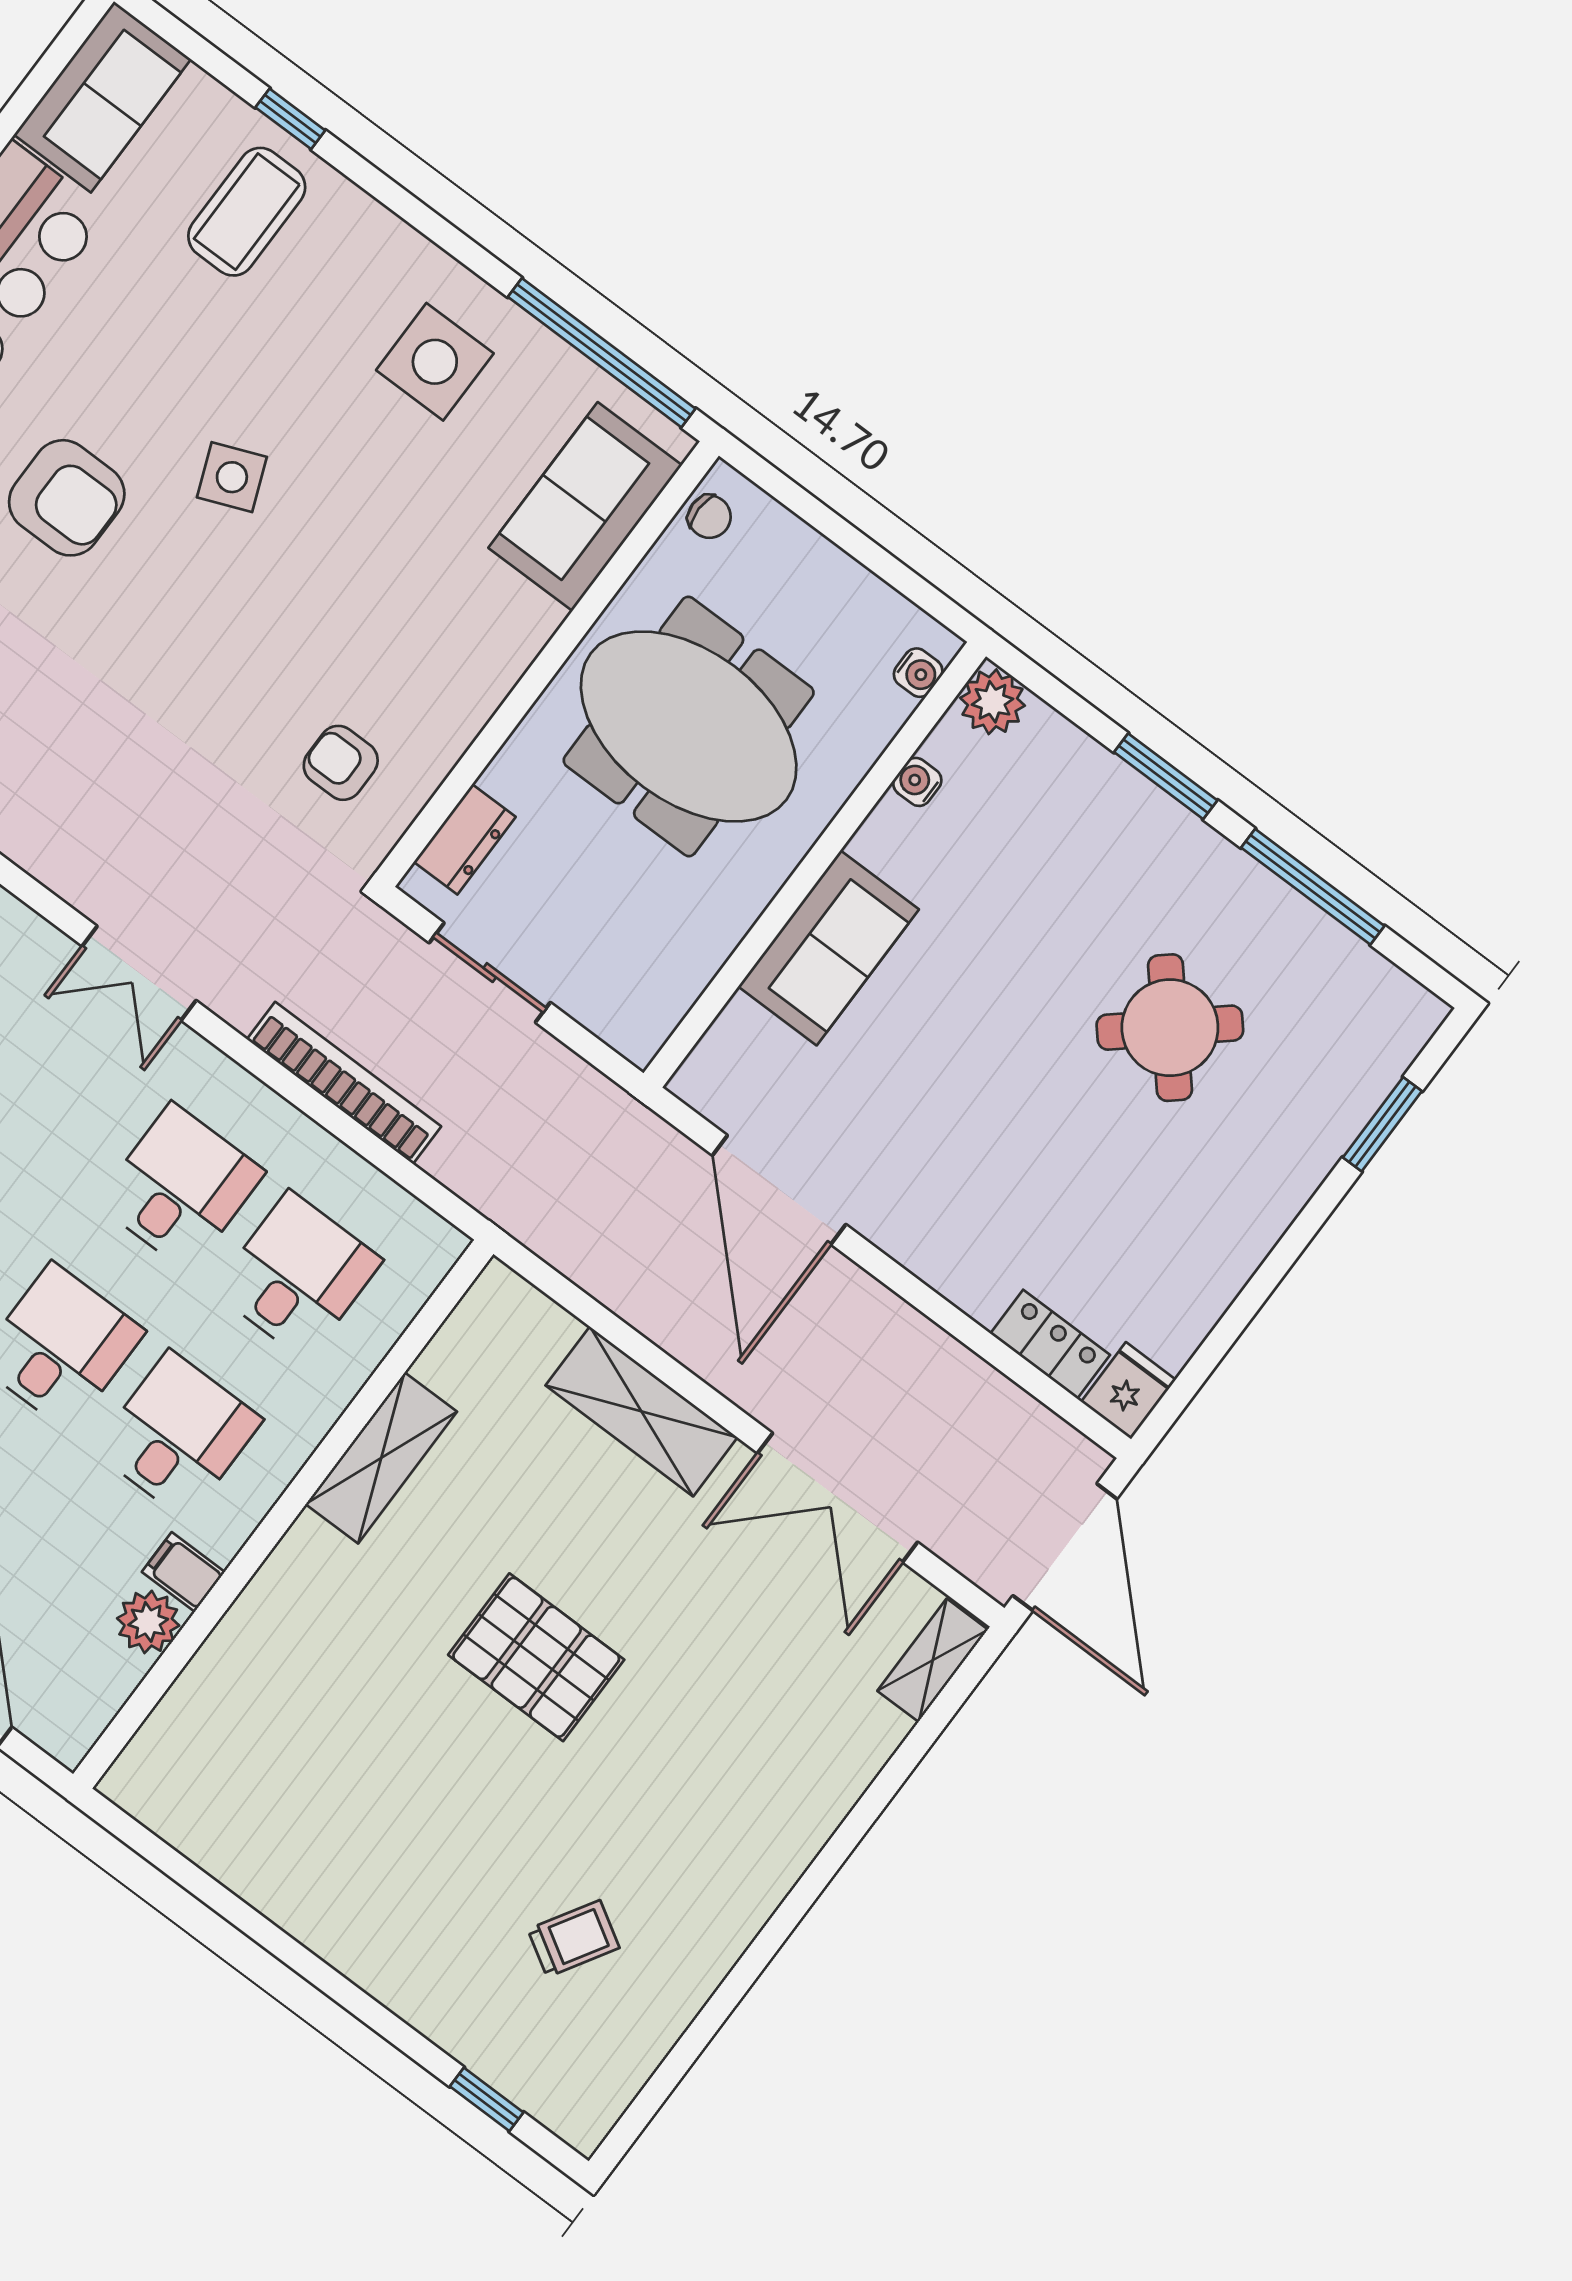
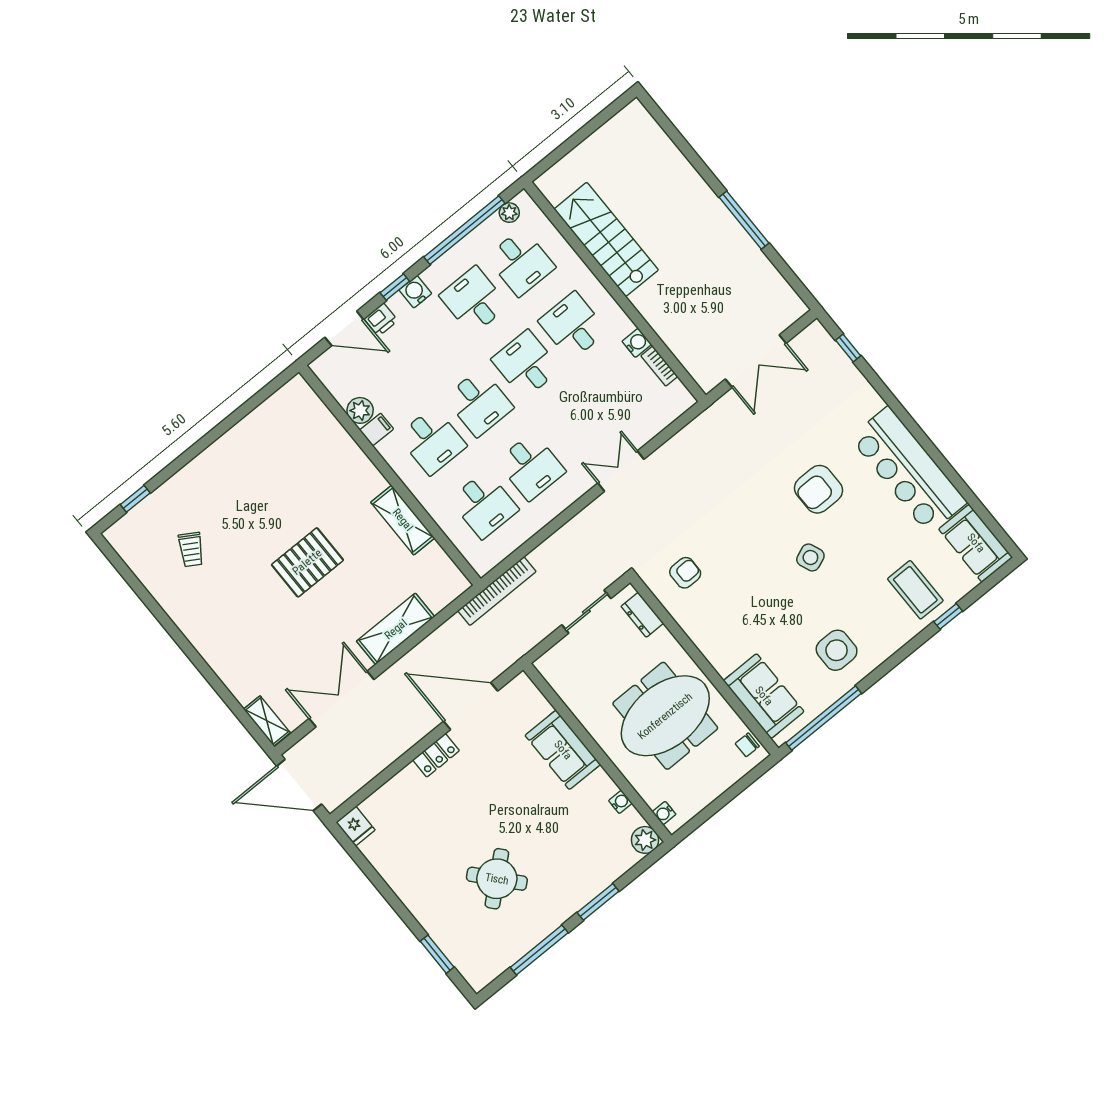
bookcase: (344, 1083) -> (497, 591), moved
locker: (1050, 1344) -> (436, 755), moved

